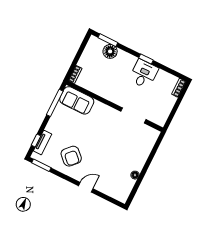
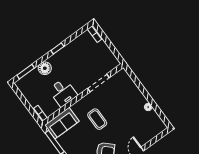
floor lamp: (110, 51) -> (45, 68), moved
desk: (144, 74) -> (63, 92), moved, turned 180
coffee table: (98, 132) -> (97, 119), added

